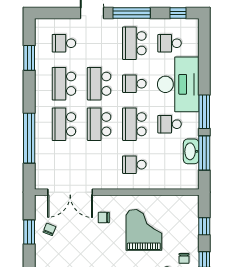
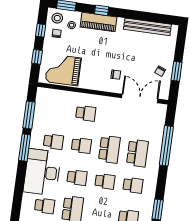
school desk: (64, 84) -> (133, 185), width x0.54
school desk: (99, 84) -> (105, 181), width x0.54
school desk: (134, 124) -> (81, 145), width x0.54
washbasin: (191, 151) -> (39, 118), removed
grand piano: (144, 230) -> (63, 70), moved, turned 90

